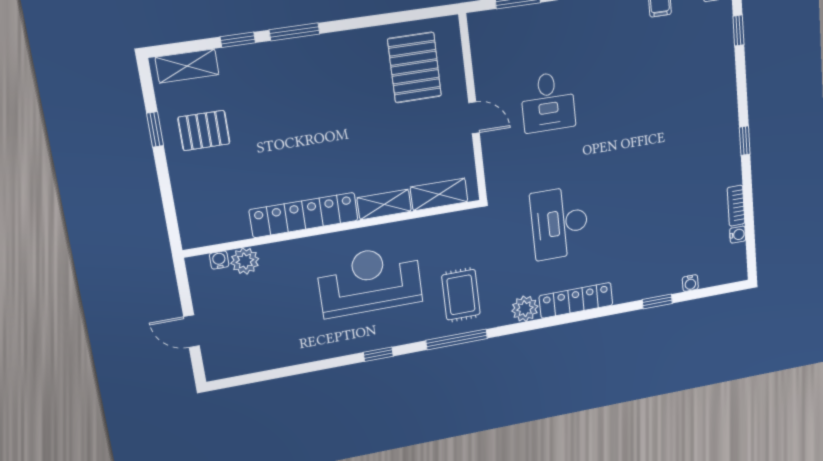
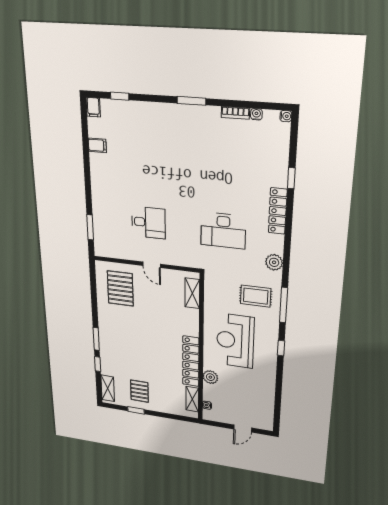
pallet: (415, 68) -> (120, 288), turned 90
door: (474, 118) -> (152, 265), swing flipped
window: (745, 141) -> (191, 101), width x1.50
shelving: (384, 204) -> (192, 399), moved
plant: (245, 261) -> (210, 377), moved
water cooler: (690, 283) -> (286, 116), moved
locker: (576, 300) -> (278, 211), moved

